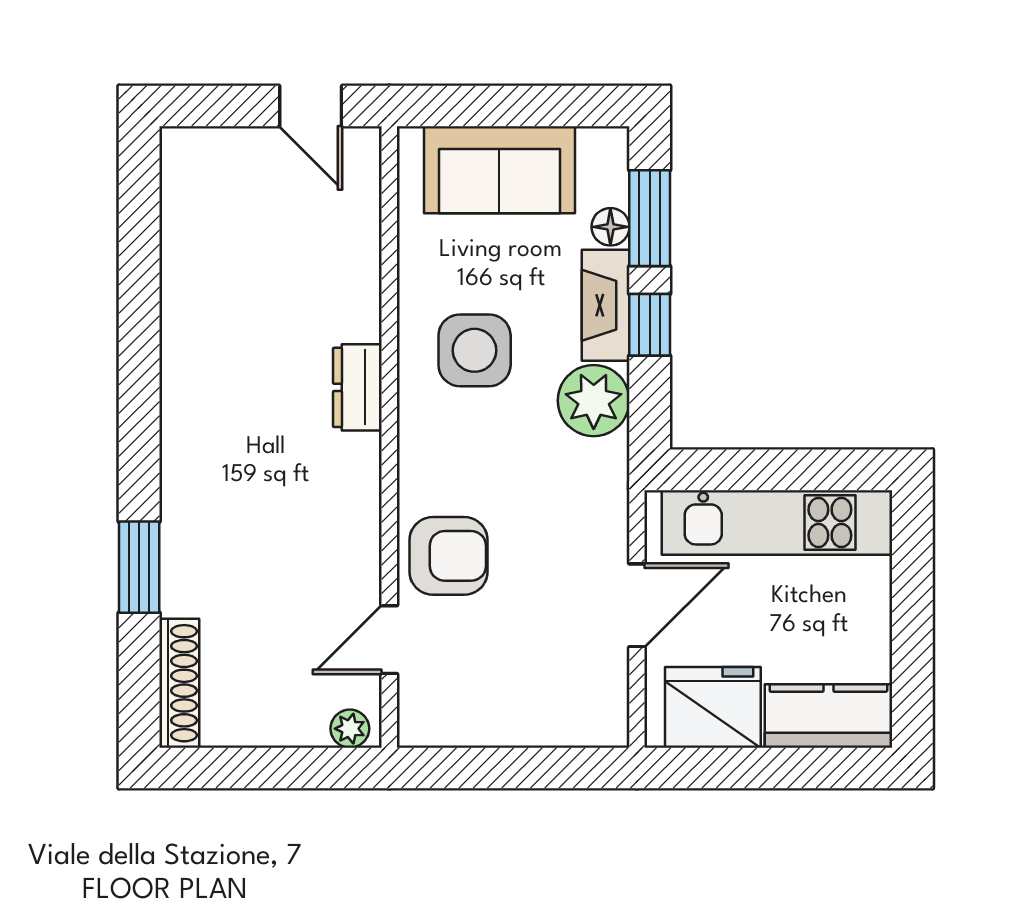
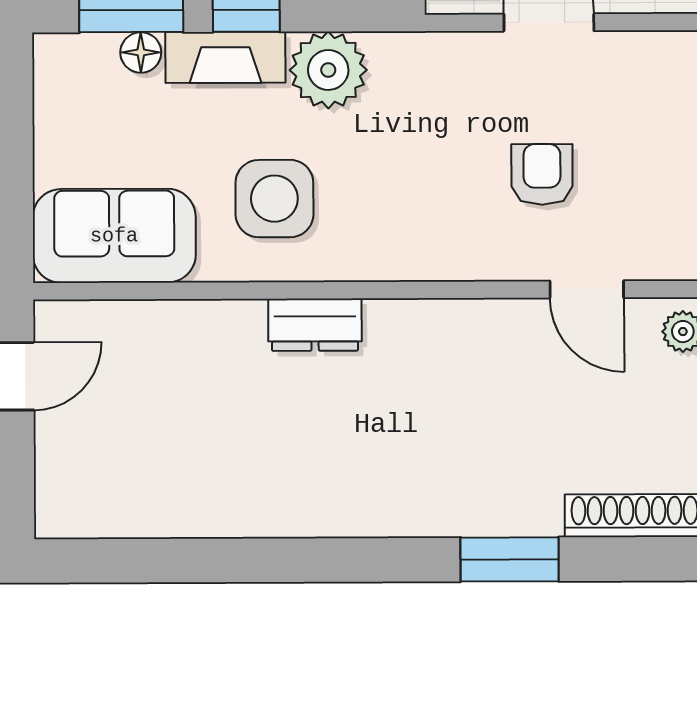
sofa: (499, 170) -> (114, 236), moved, turned -90
armchair: (449, 556) -> (542, 174), moved, width x0.72, depth x0.72

